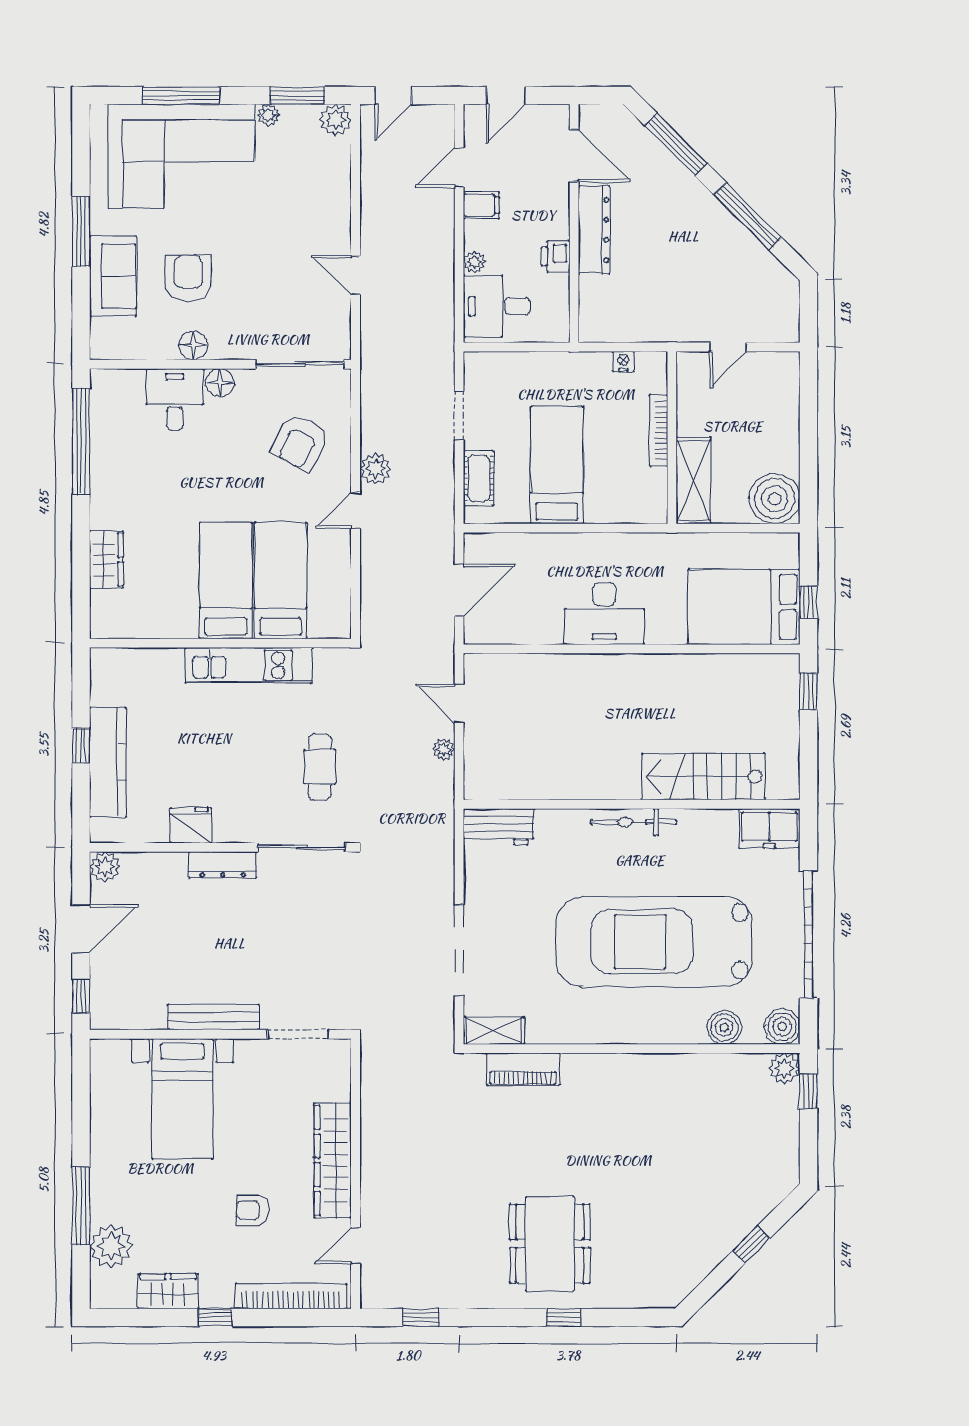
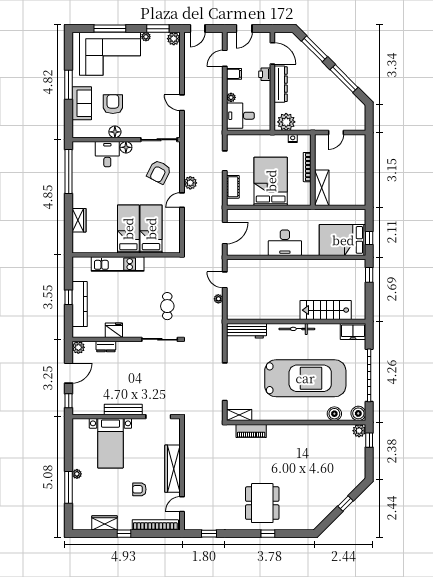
printer: (556, 256) -> (265, 74), moved
plant: (608, 321) -> (286, 122), added
bed: (557, 465) -> (271, 181), width x1.50
boiler: (775, 499) -> (355, 195), removed
kitchen unit: (249, 665) -> (118, 264), moved
workbench: (498, 827) -> (246, 331), width x1.38
dresser: (223, 865) -> (106, 347), moved, width x0.70
car: (654, 942) -> (305, 378), turned 180
plant: (111, 1246) -> (77, 474), moved, width x0.53, depth x0.53

